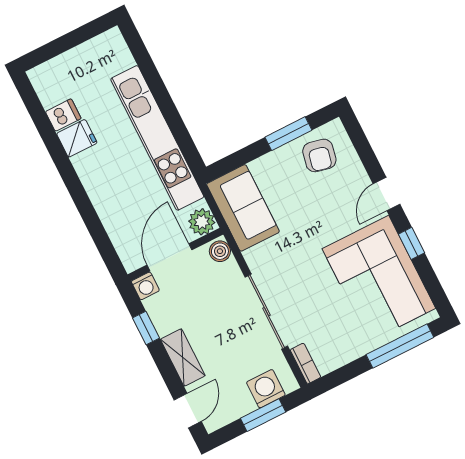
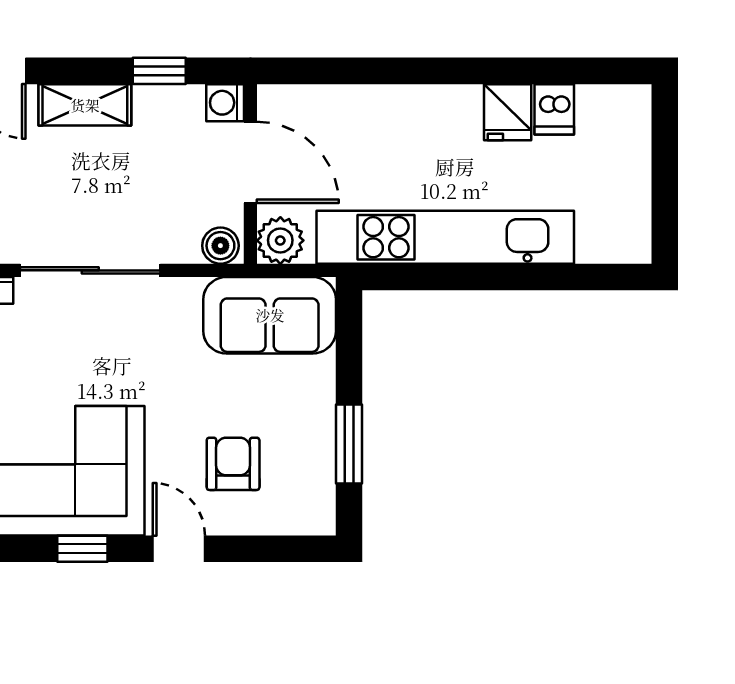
armchair: (319, 155) -> (233, 464), moved, turned 78

